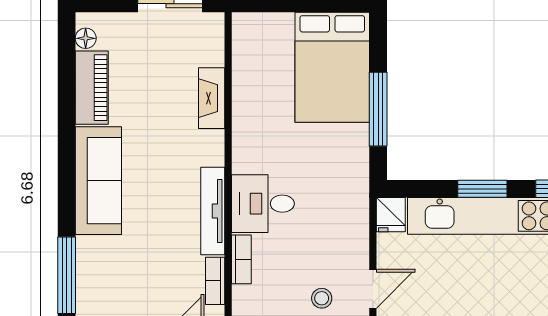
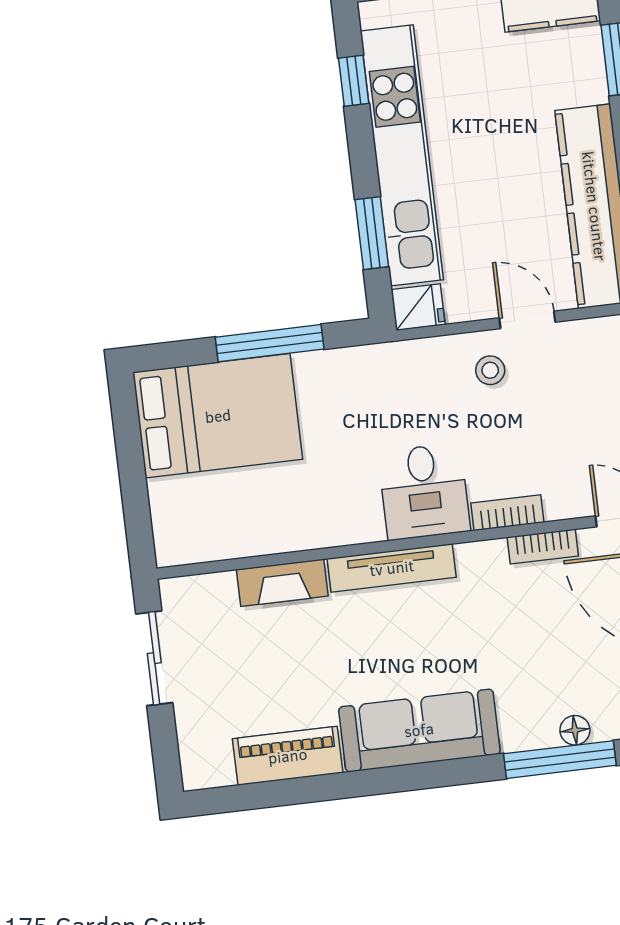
floor lamp: (86, 38) -> (575, 730), moved
window: (482, 189) -> (372, 233), moved
tv unit: (213, 211) -> (392, 568), moved
stool: (322, 298) -> (490, 370), moved

